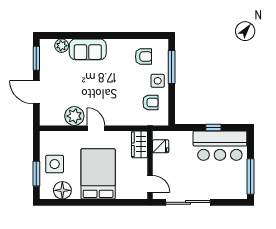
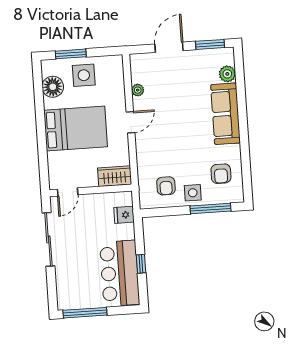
sofa: (88, 49) -> (225, 114), width x1.36
plant: (74, 116) -> (138, 90), width x0.53, depth x0.53
fridge: (161, 146) -> (124, 215), moved, turned 90

